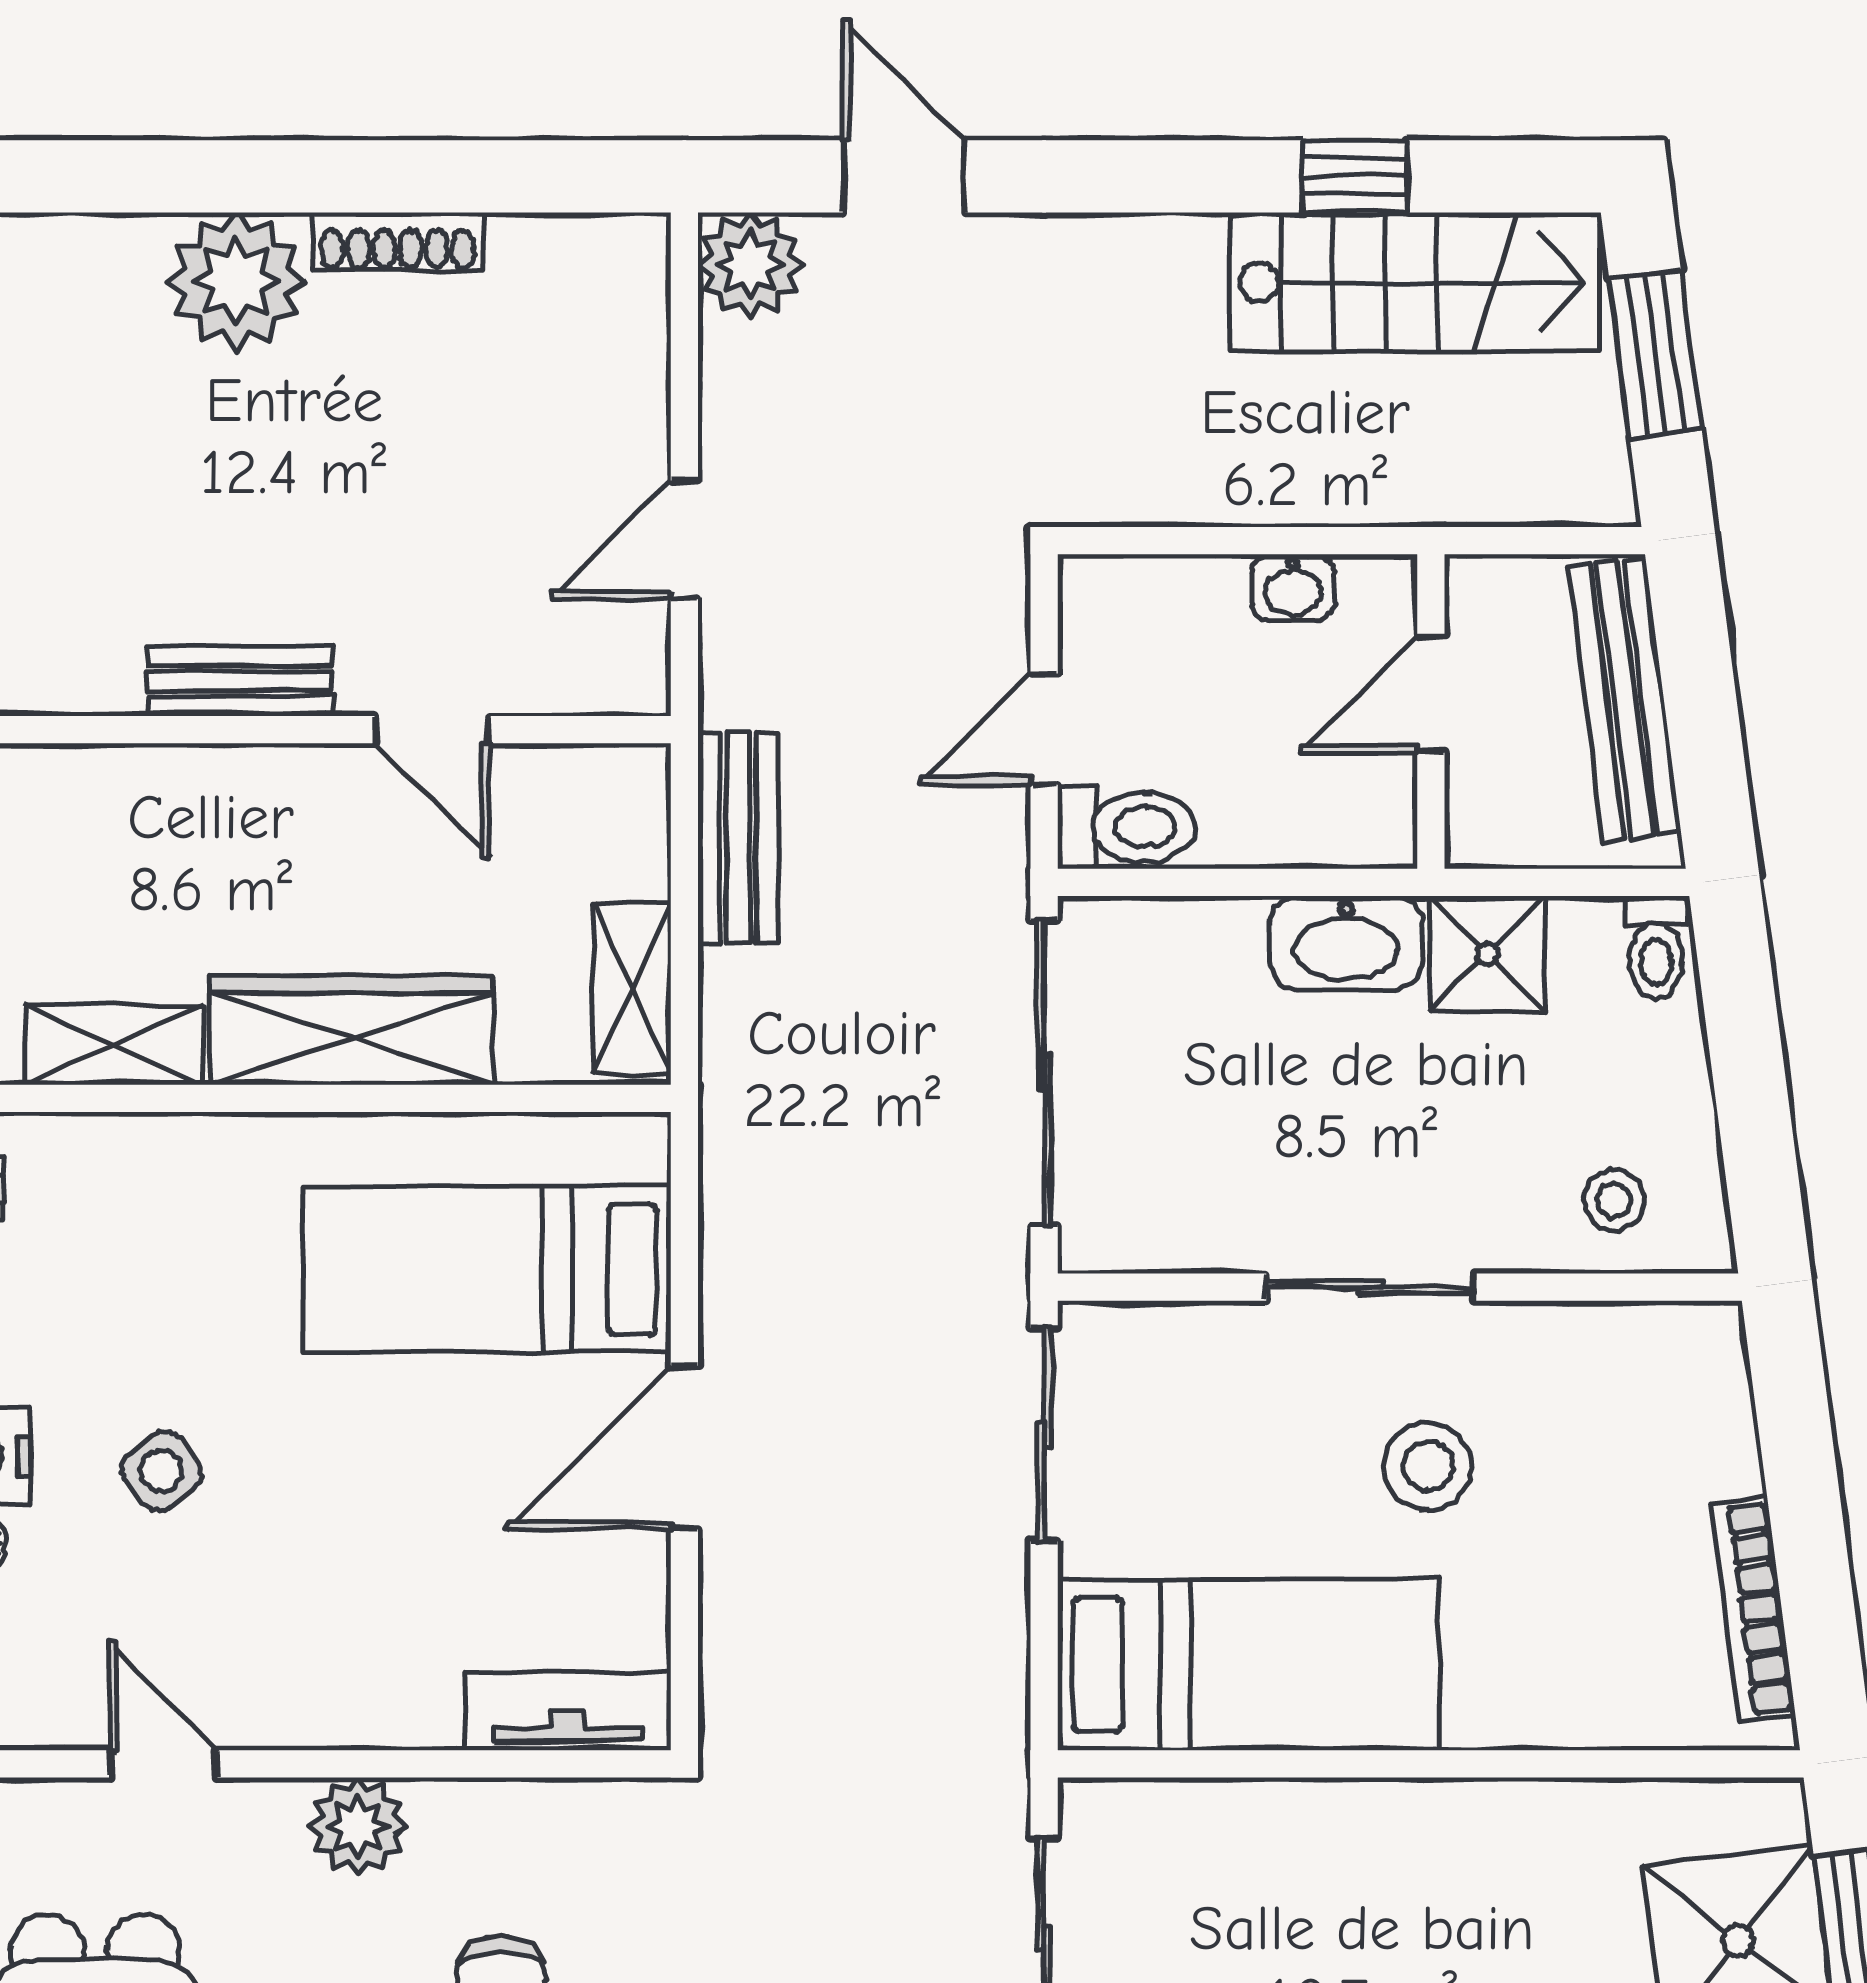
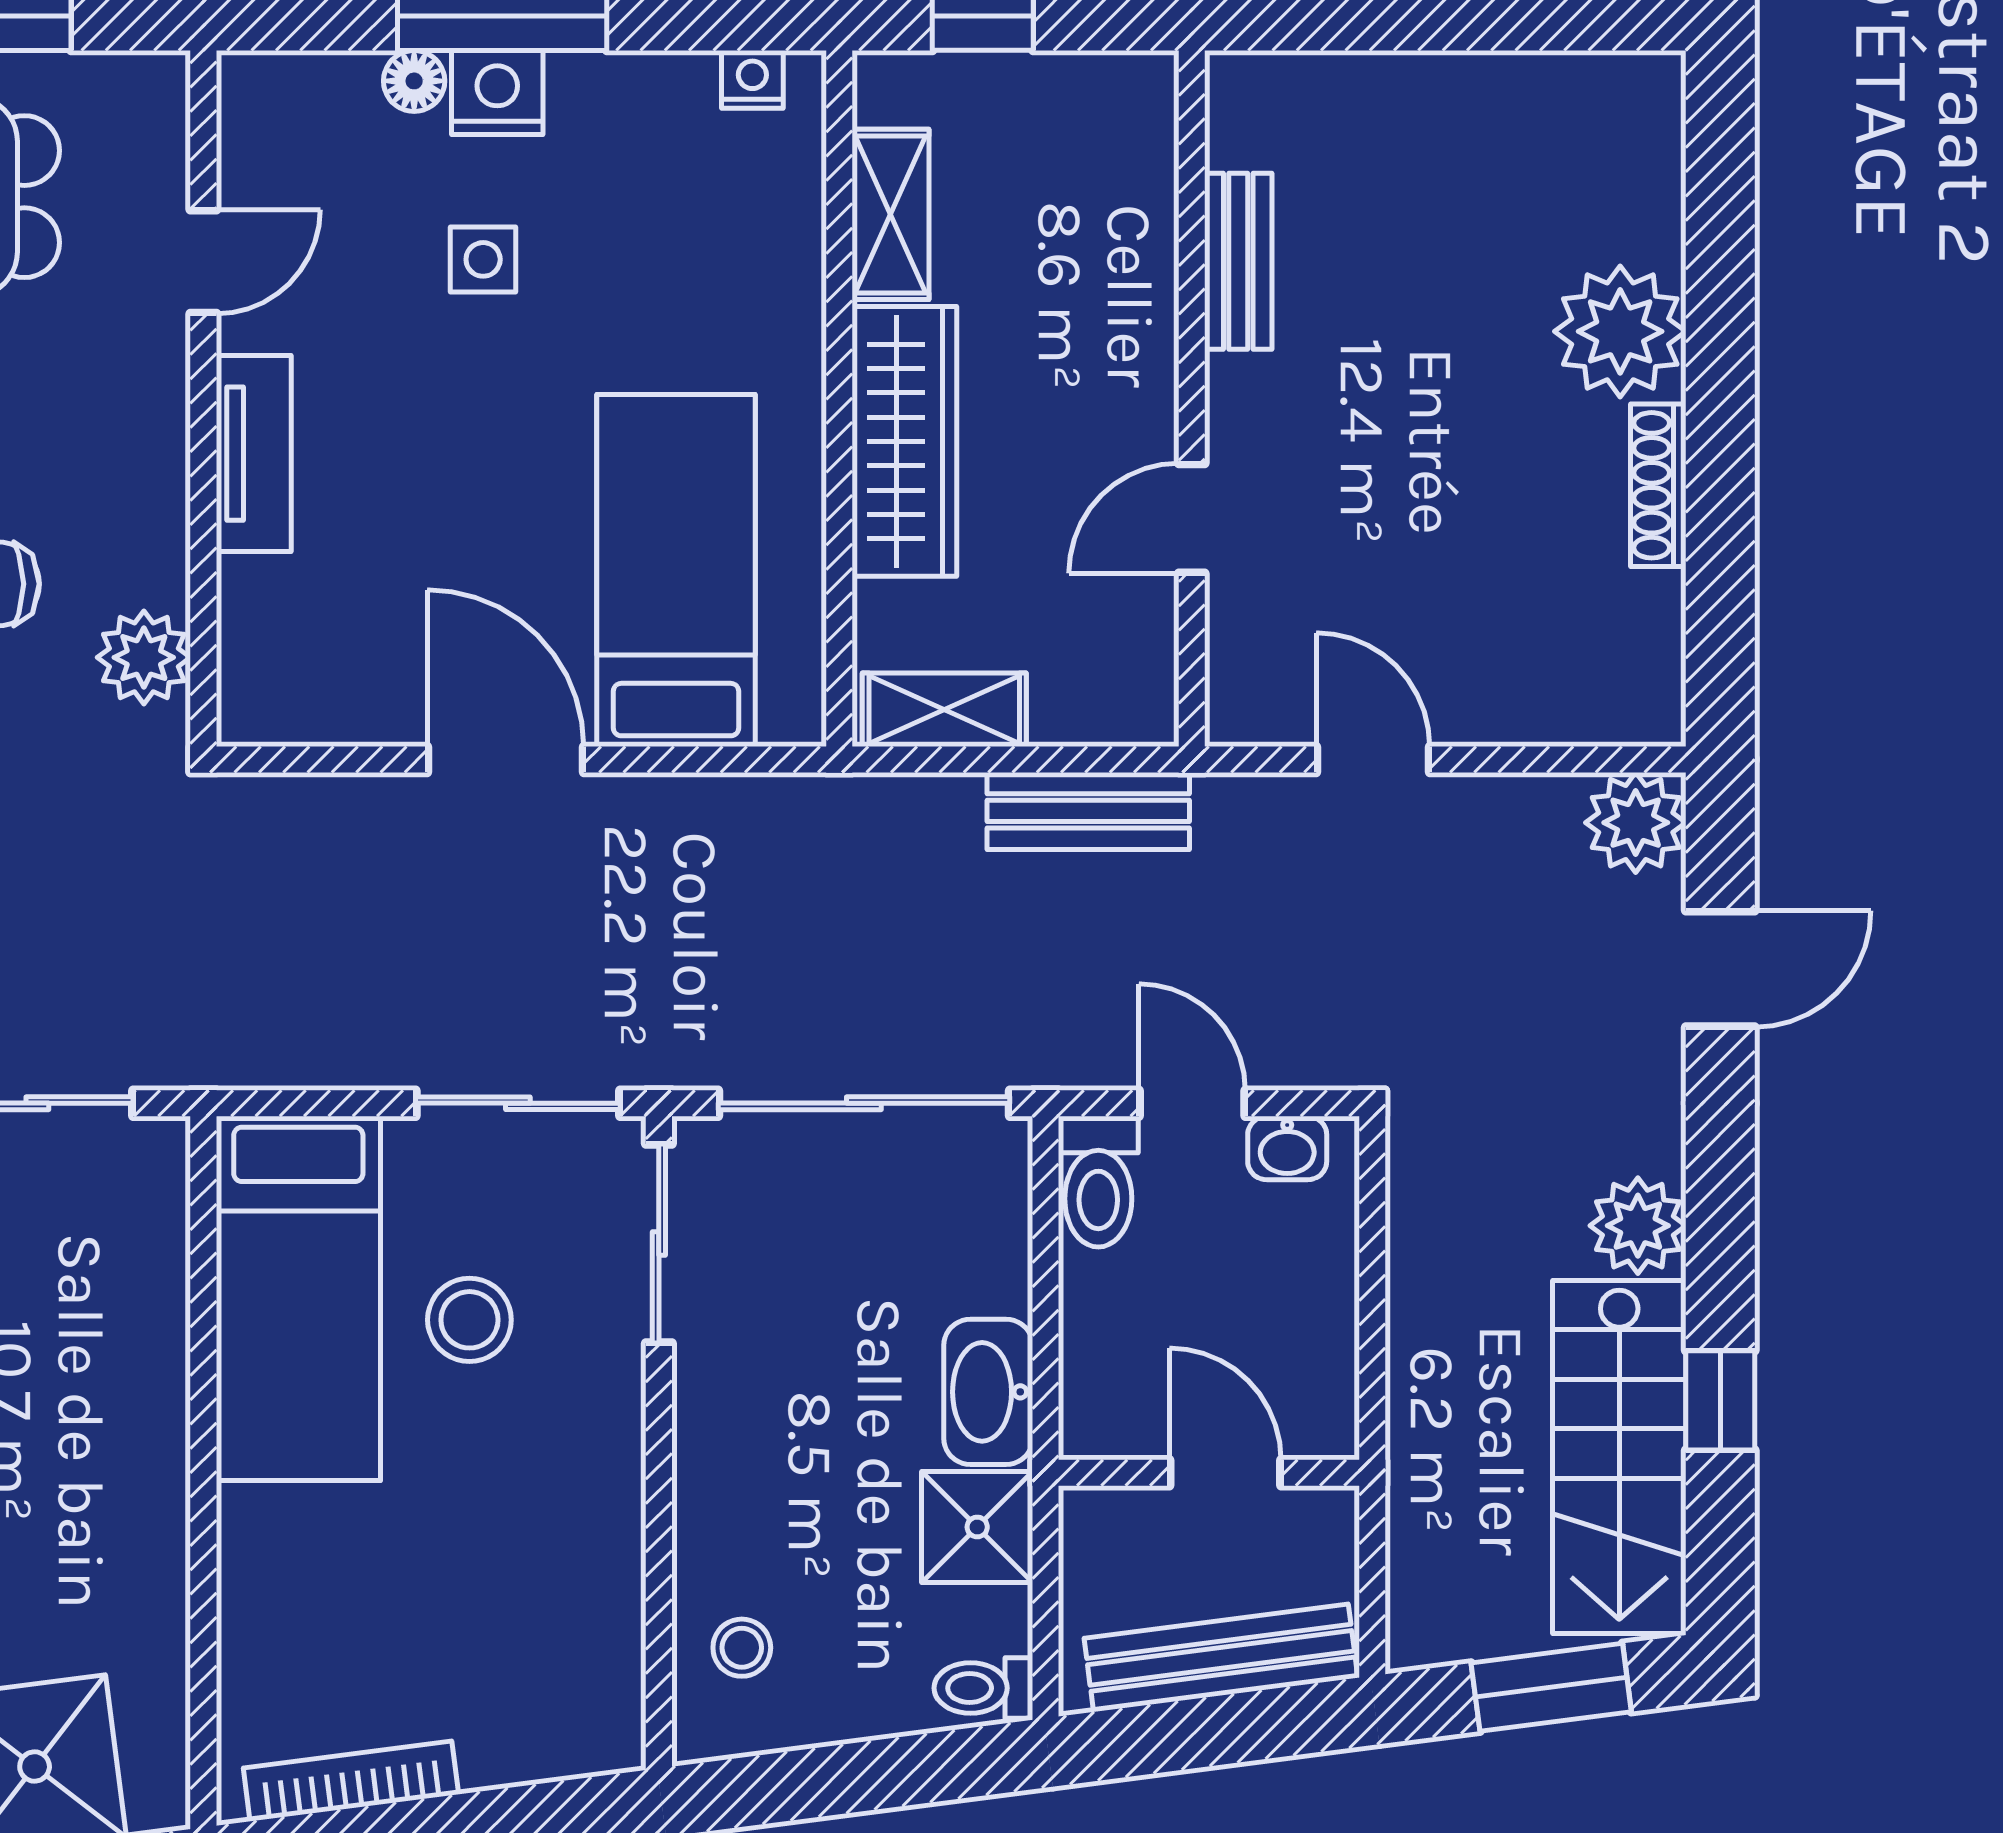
plant: (1172, 263) -> (1638, 1226), added
washbasin: (1293, 588) -> (1287, 1148), moved, turned -90
bench: (240, 681) -> (1238, 261), moved
sliding door: (1370, 1287) -> (659, 1243), moved
stool: (1428, 1466) -> (469, 1320), moved
side table: (161, 1471) -> (483, 259), turned 38
tv unit: (568, 1711) -> (254, 454), moved
plant: (358, 1826) -> (144, 657), moved

